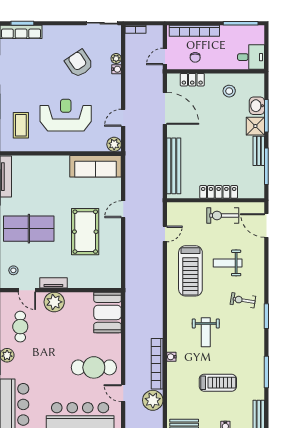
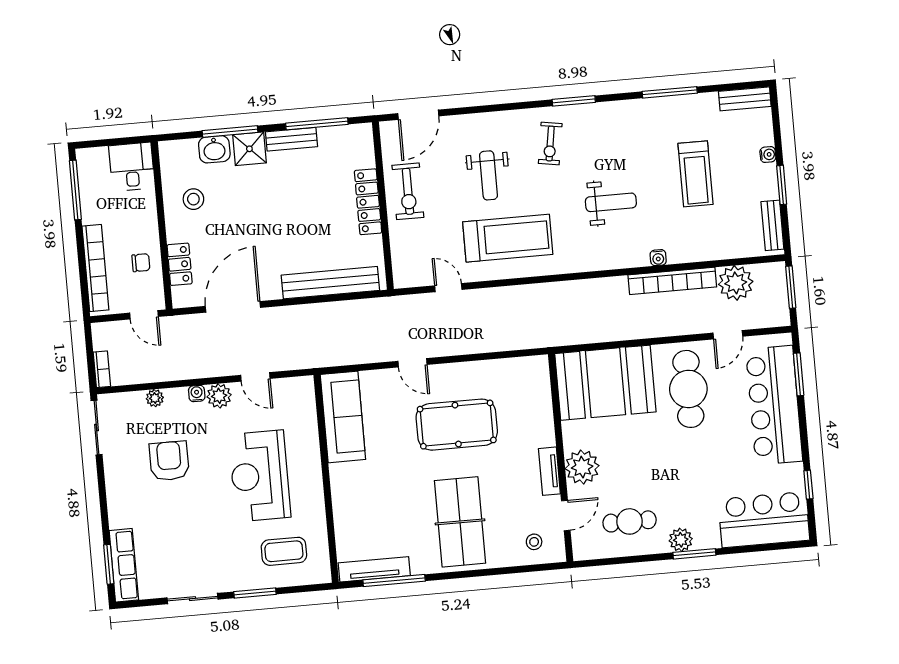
armchair: (79, 64) -> (169, 461), turned 124
water cooler: (117, 69) -> (197, 393), moved
plant: (114, 144) -> (219, 396), moved
booth: (108, 312) -> (605, 383), width x1.36, depth x1.42
treadmill: (218, 383) -> (696, 174), turned 180

